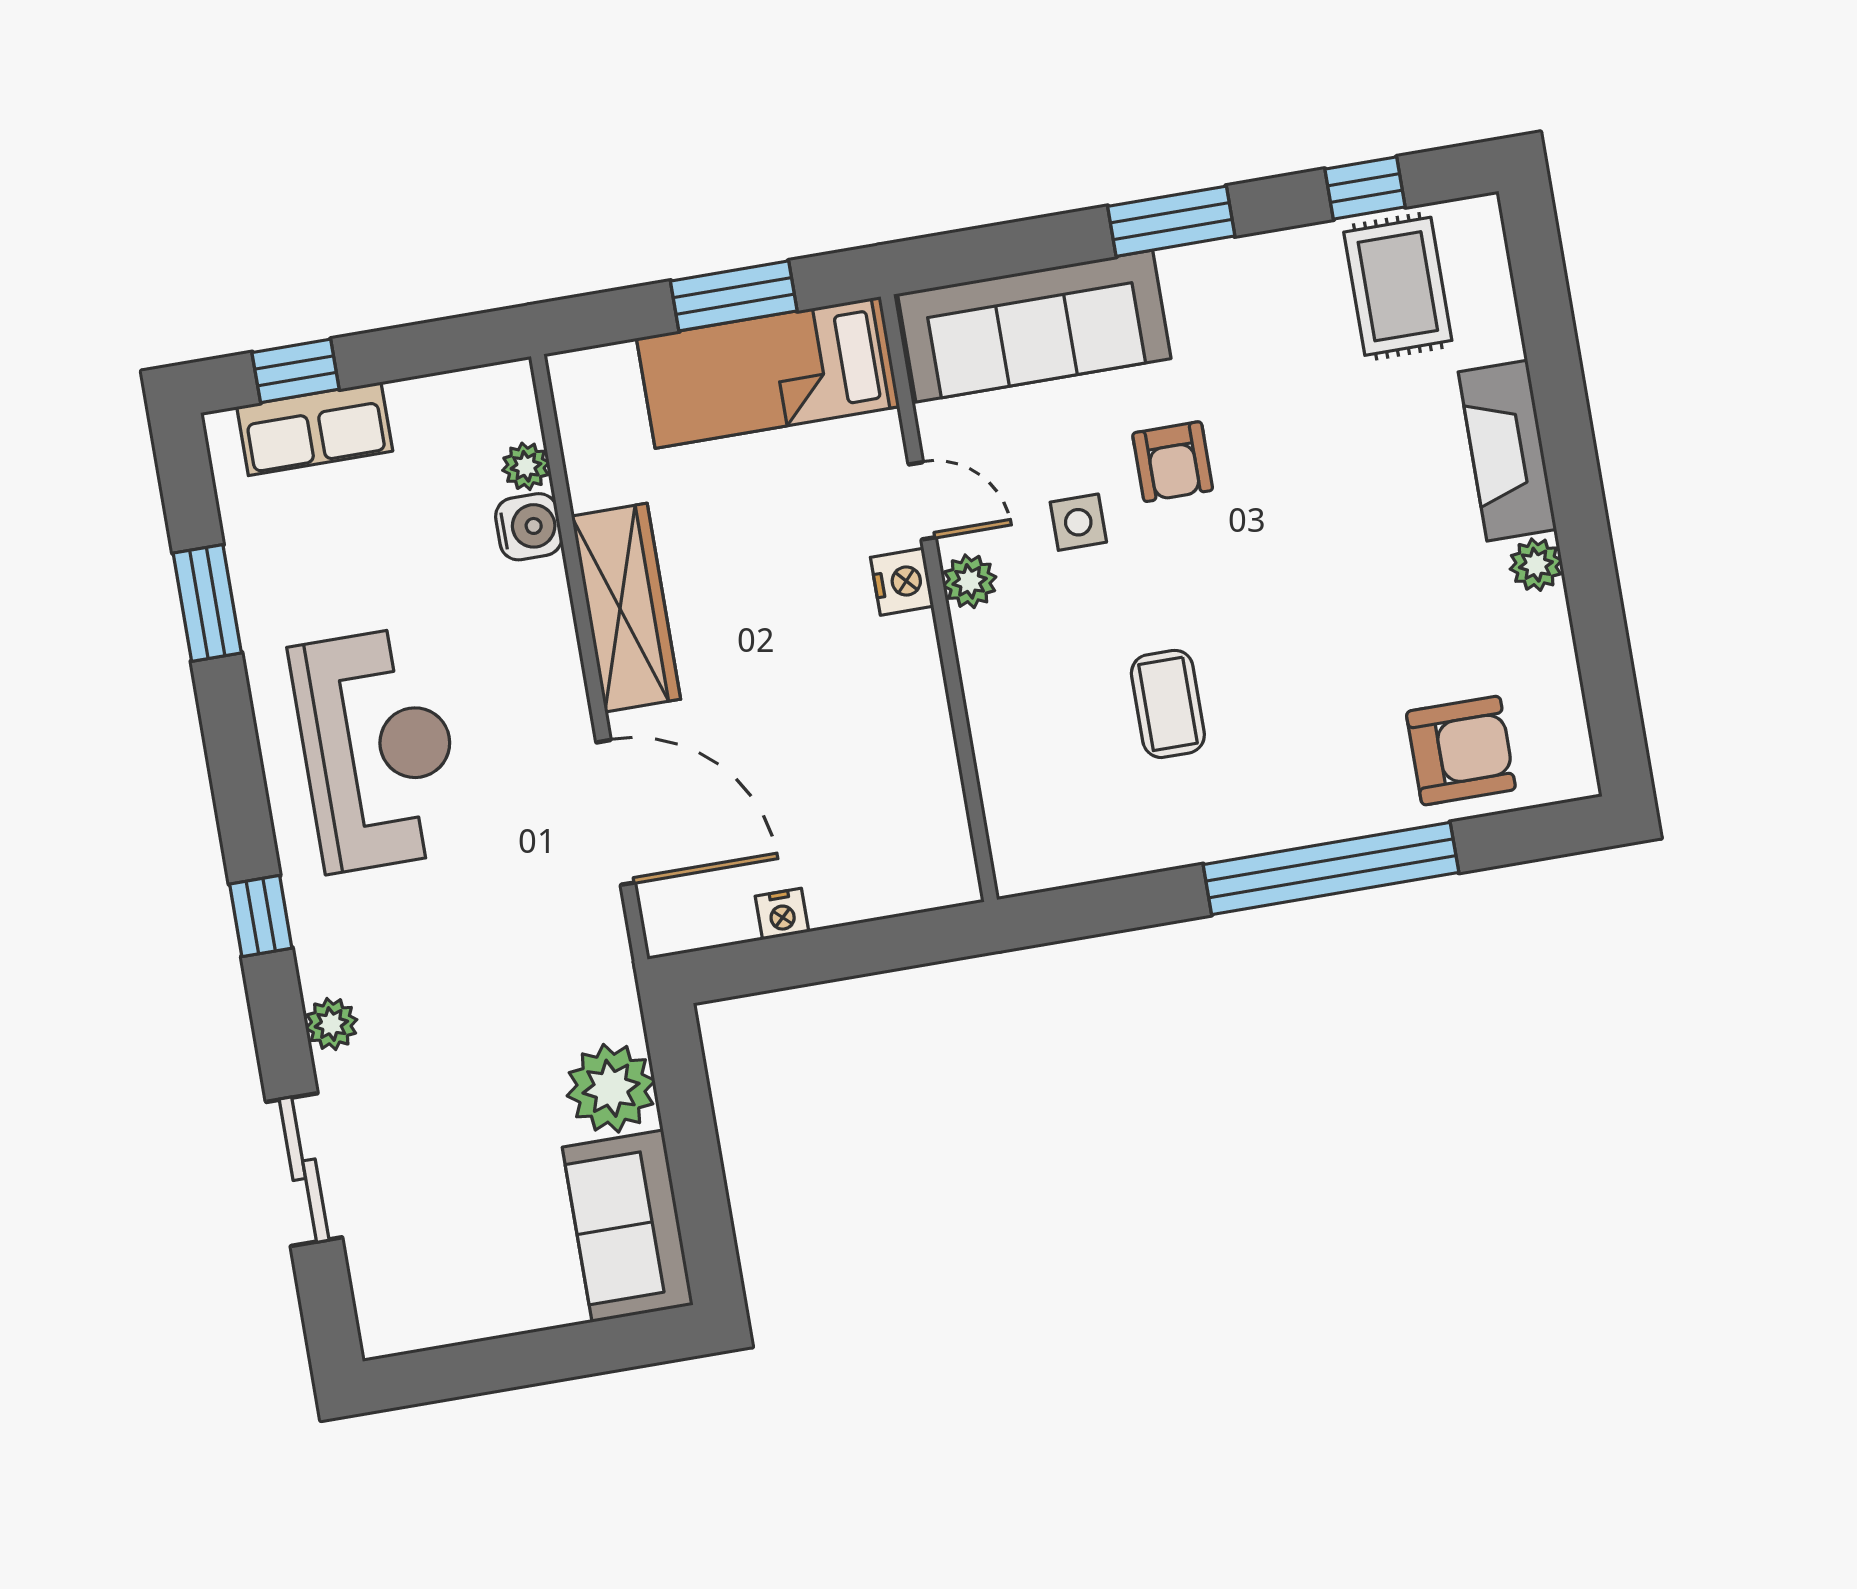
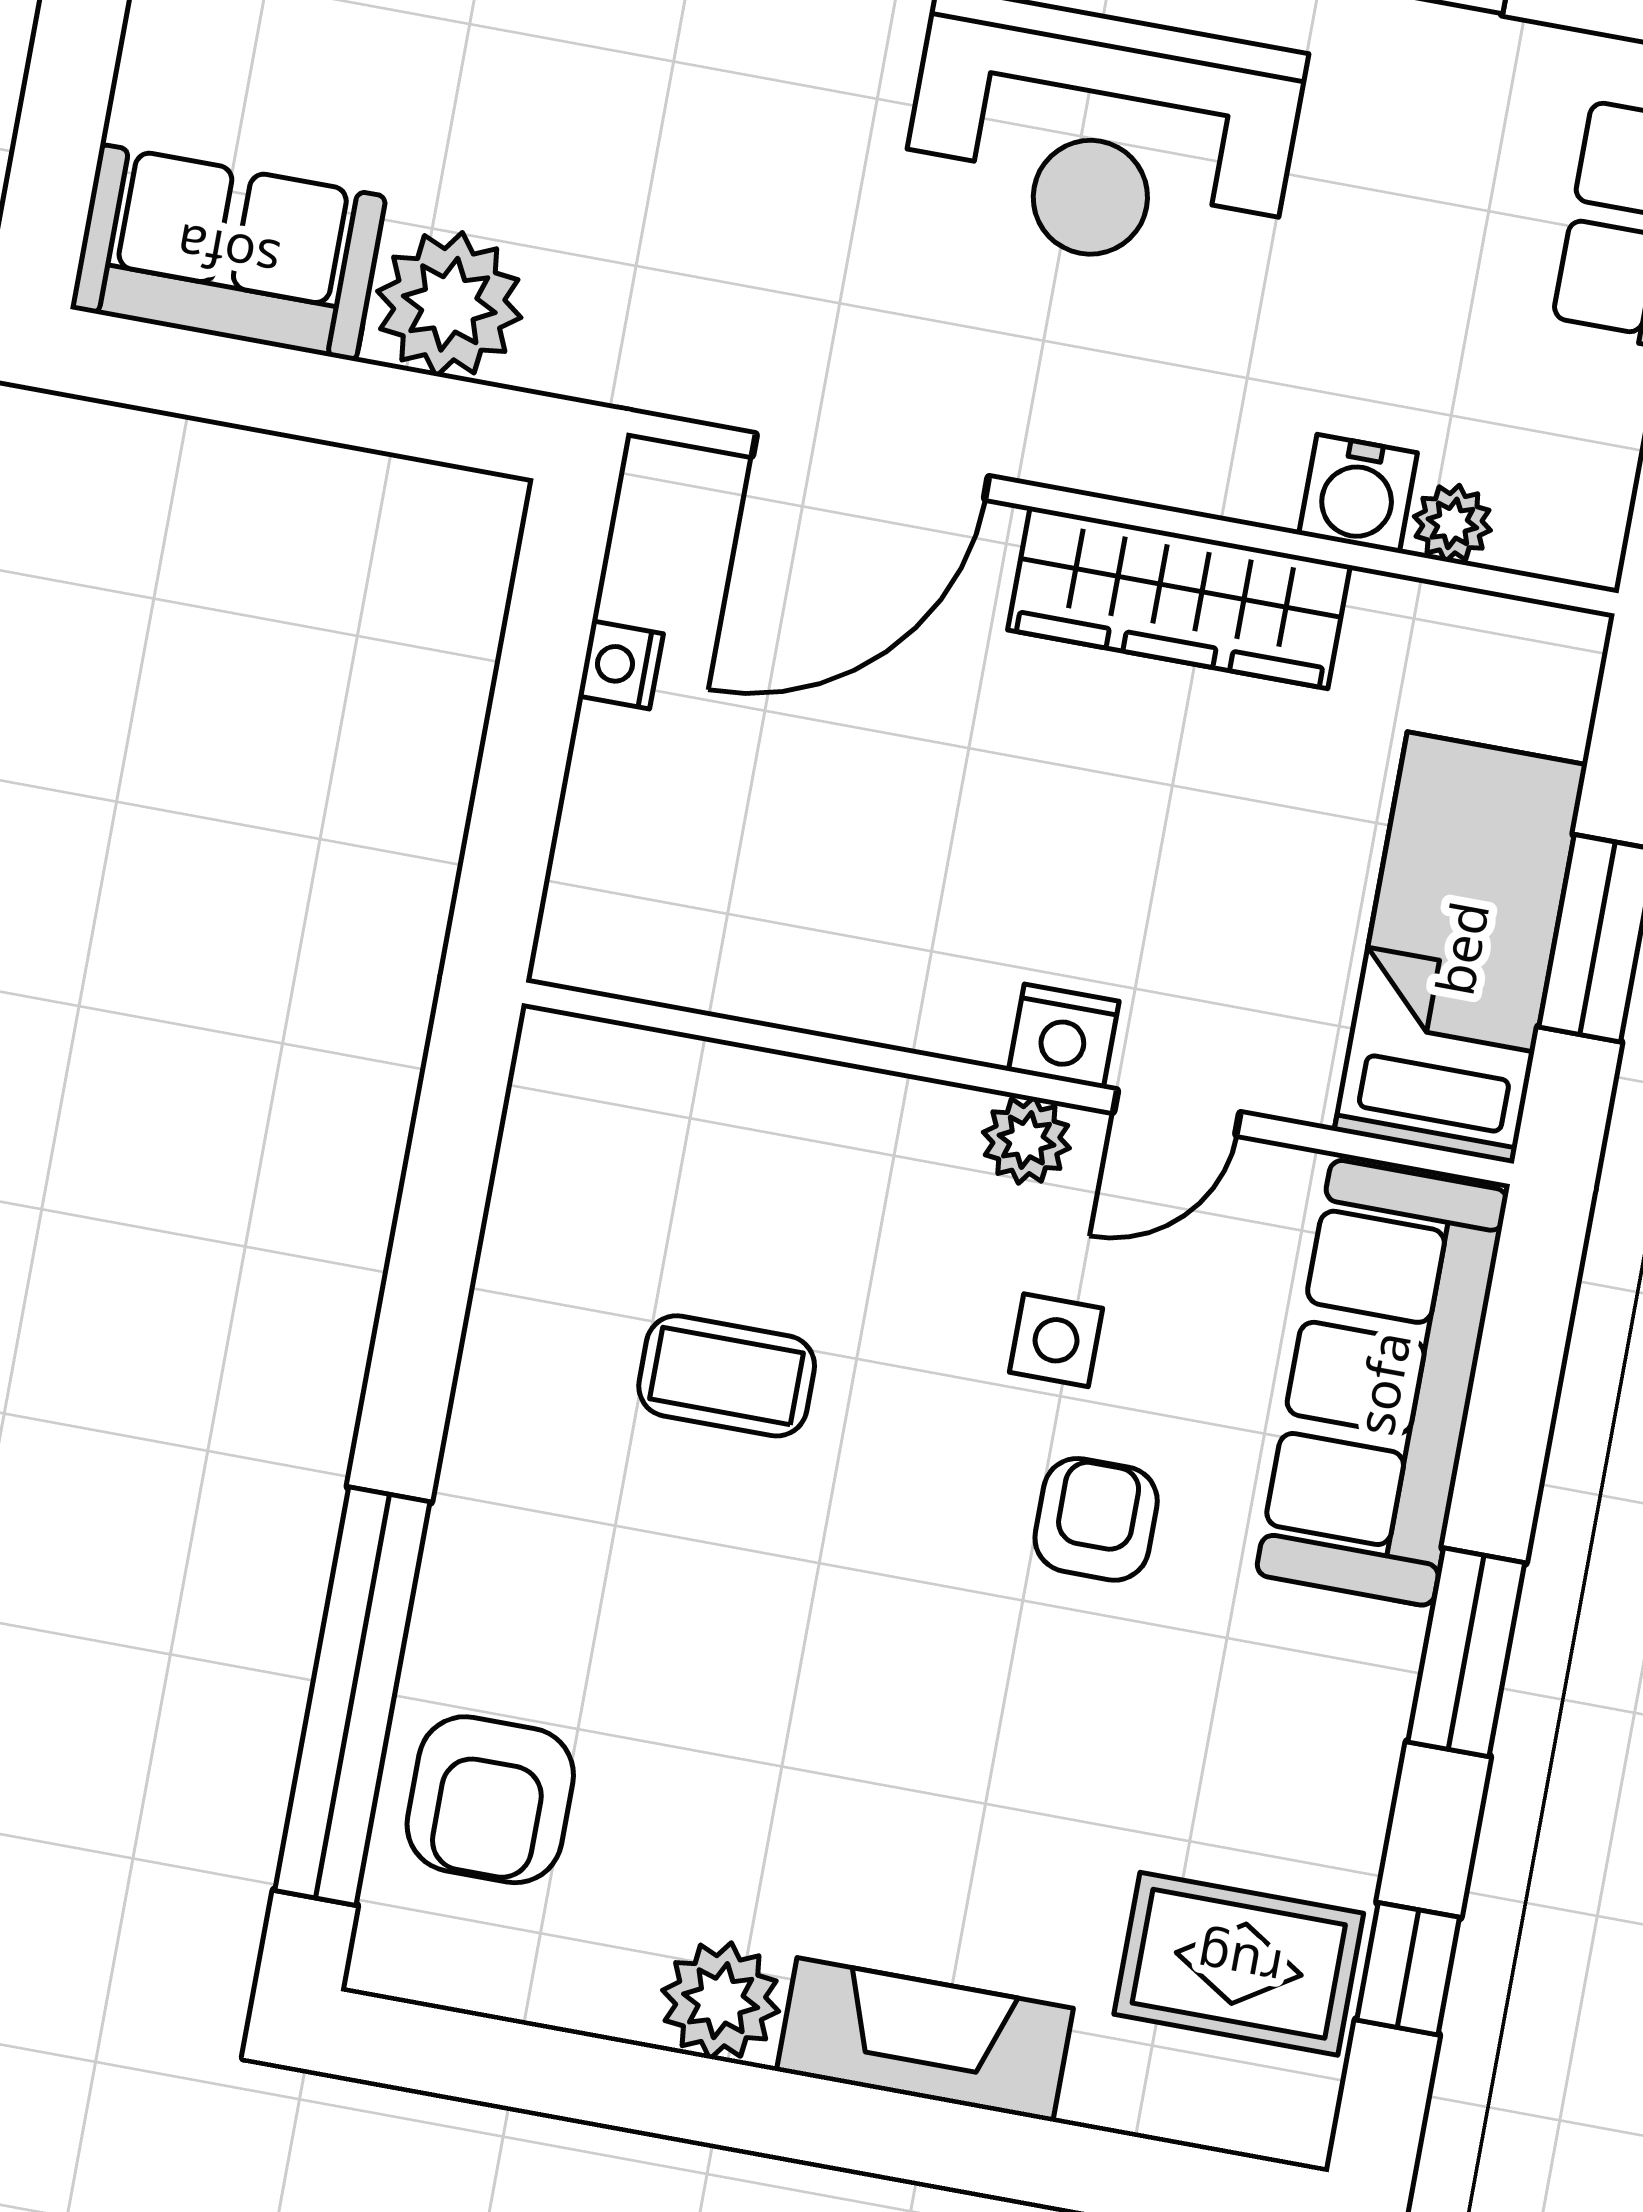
armchair: (1173, 462) -> (1096, 1519), turned 90
plant: (1536, 565) -> (721, 2001), width x1.38, depth x1.38
window: (1331, 868) -> (352, 1696), moved

